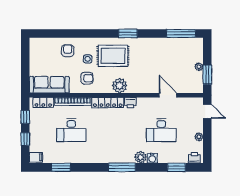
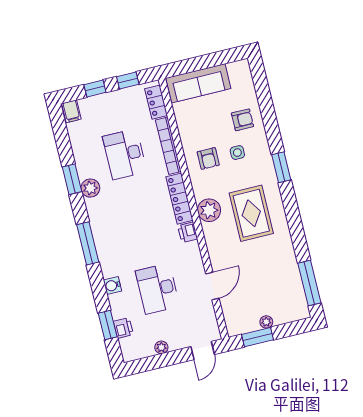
window: (128, 33) -> (281, 167), moved
rug: (113, 56) -> (251, 213), moved
sofa: (49, 85) -> (198, 83), moved, turned 90
plant: (141, 157) -> (90, 188), moved
printer: (194, 158) -> (123, 328), moved
window: (61, 167) -> (72, 179), moved

